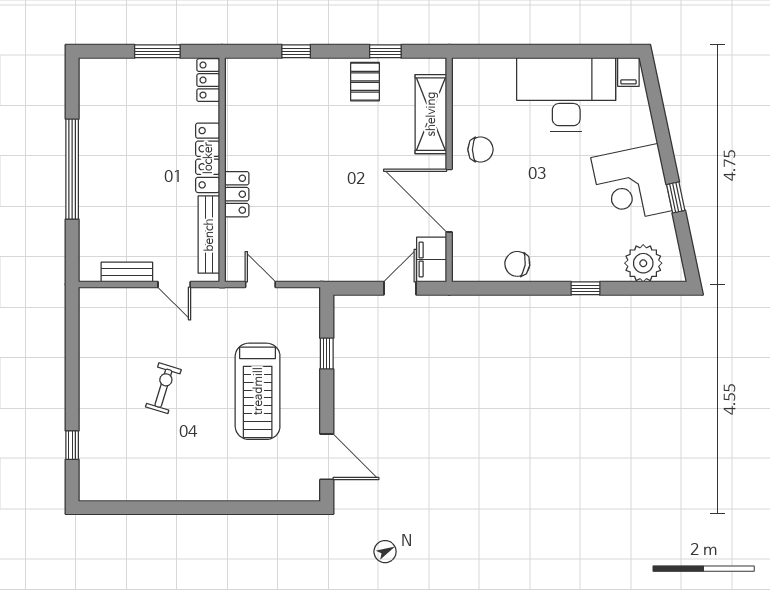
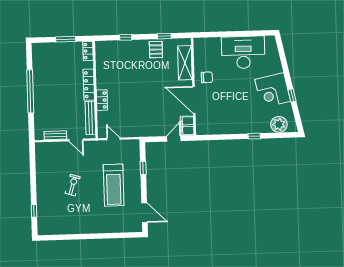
filing cabinet: (628, 72) -> (270, 42), removed
chair: (517, 264) -> (224, 126), removed

